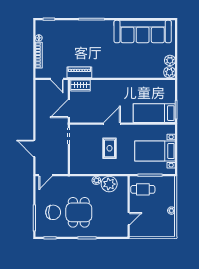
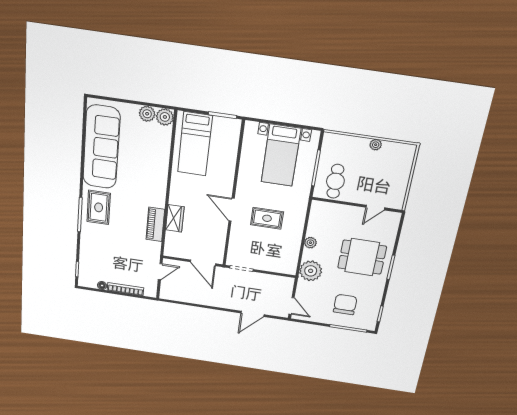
rug: (99, 32) -> (99, 207), added
piano: (79, 72) -> (155, 224), moved
wardrobe: (80, 86) -> (175, 218), moved
bed: (154, 113) -> (195, 144), moved
plant: (109, 184) -> (311, 271), moved
dining table: (79, 212) -> (362, 257), moved
door: (129, 219) -> (375, 208), swing flipped

